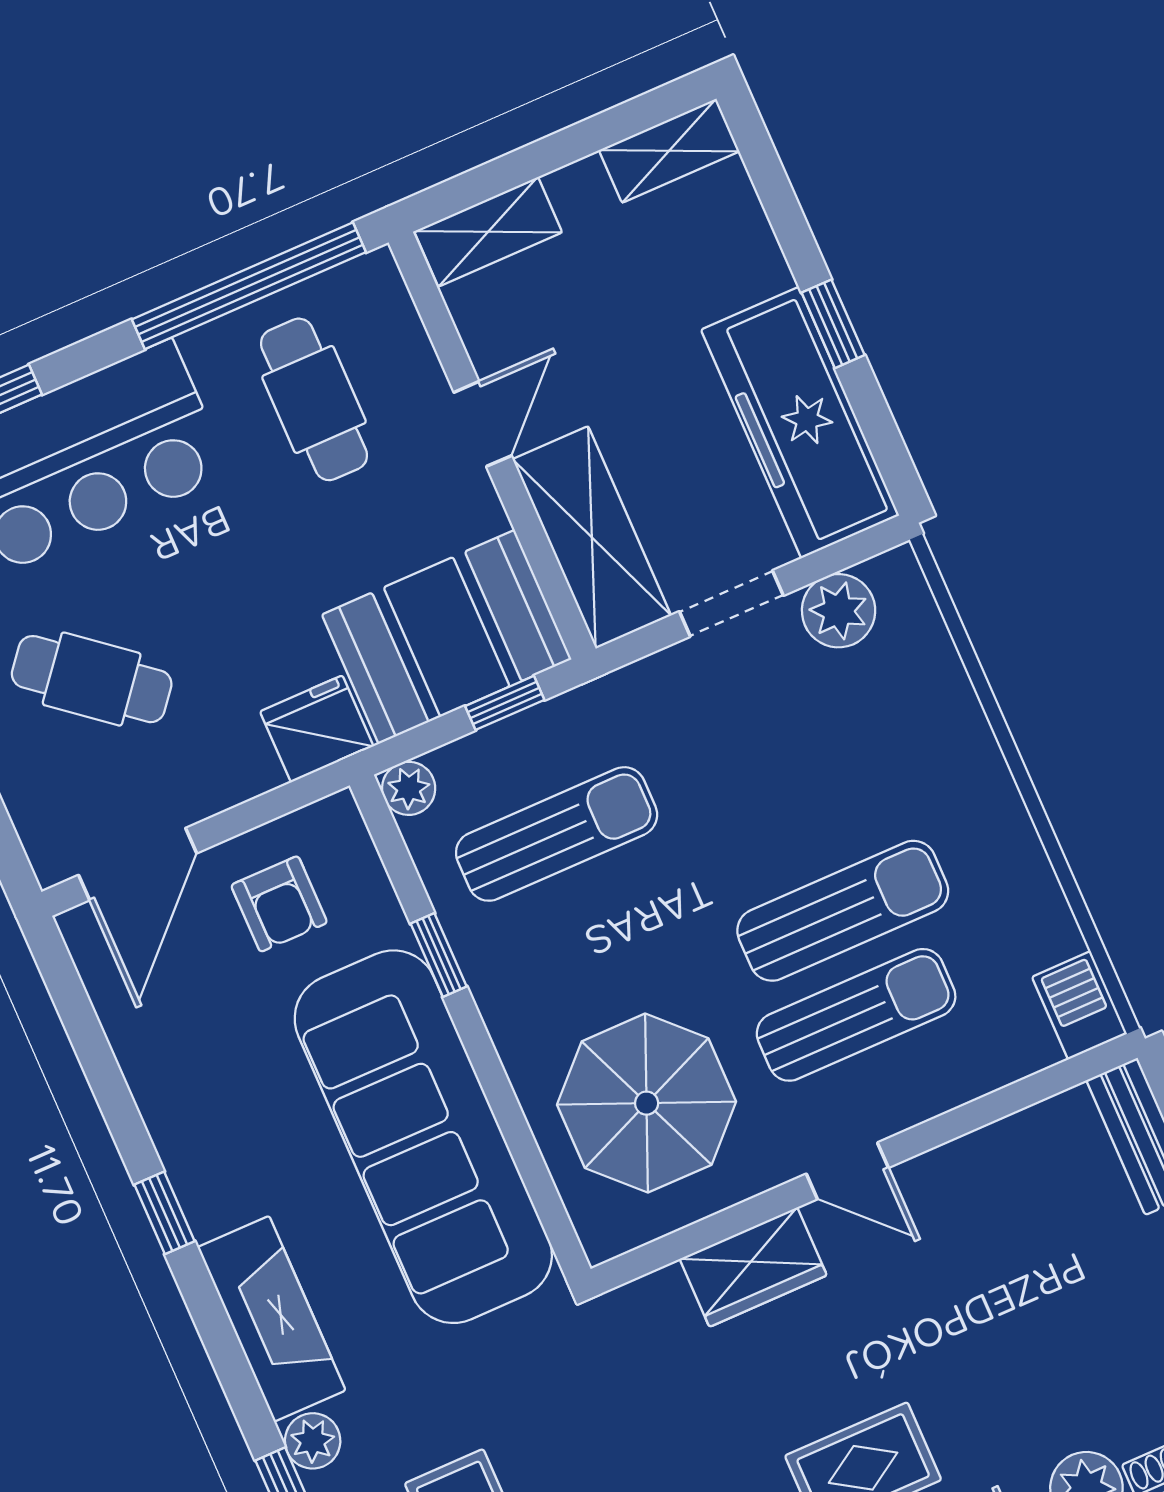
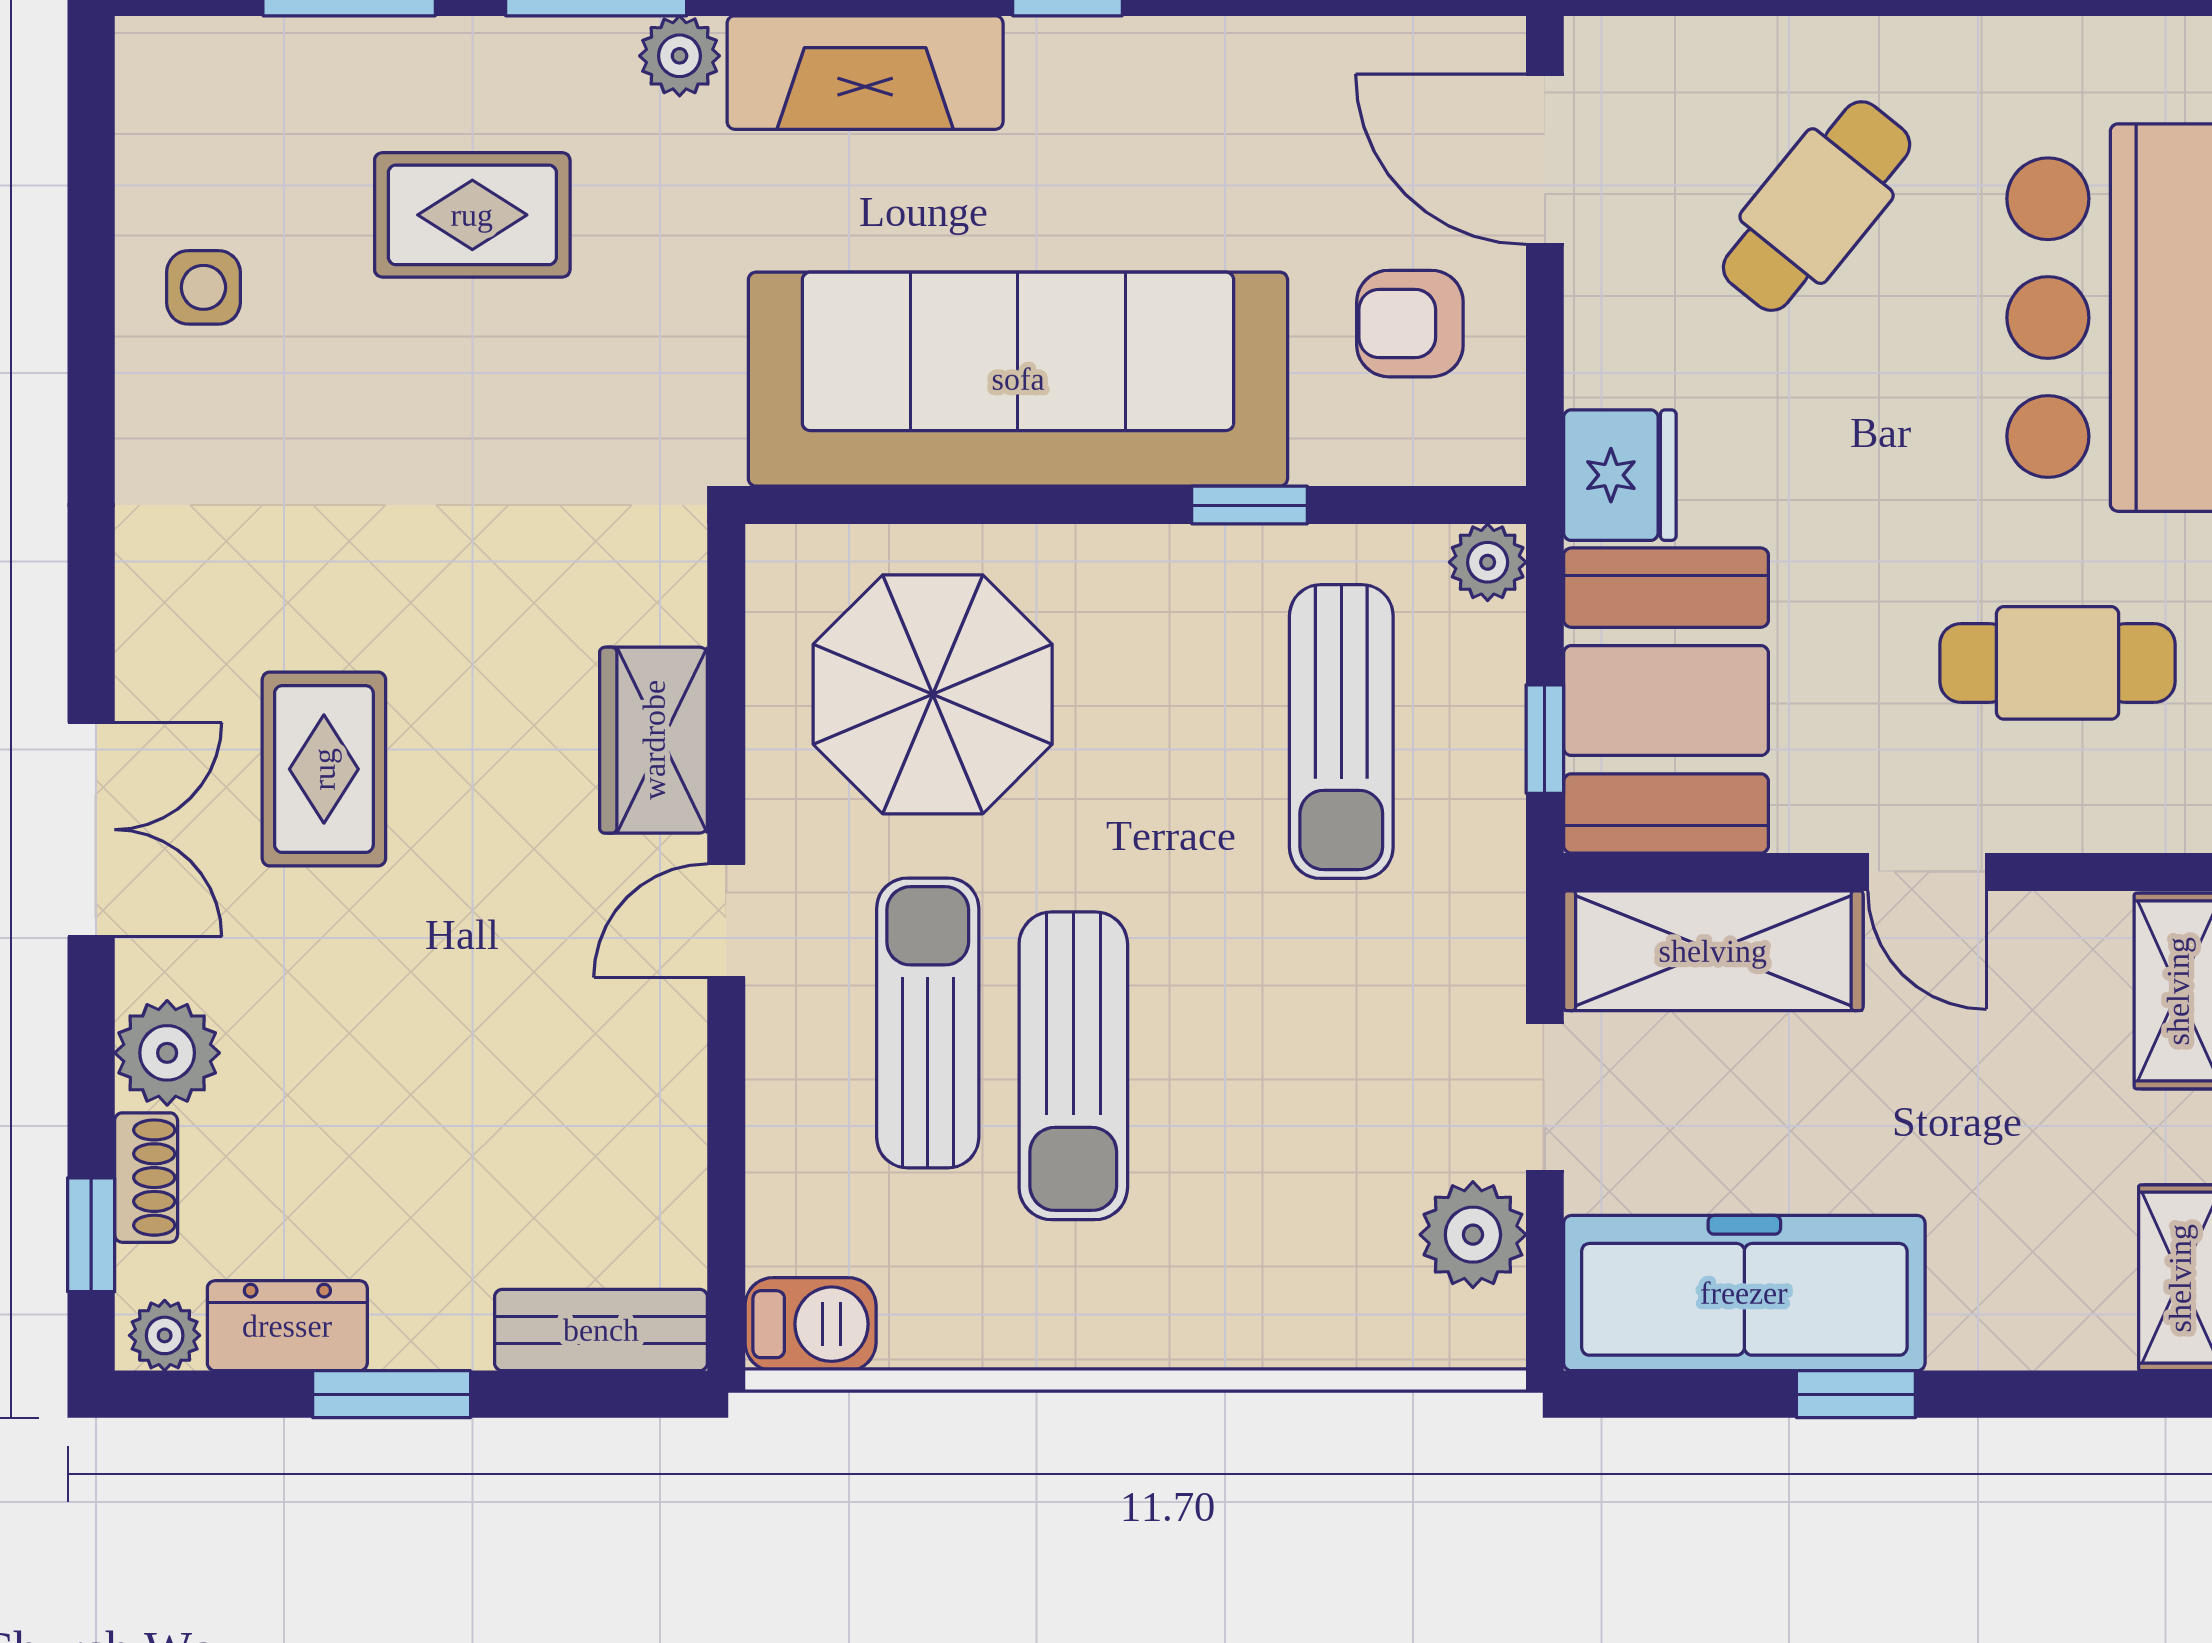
sun lounger: (856, 1015) -> (928, 1023), turned 180

